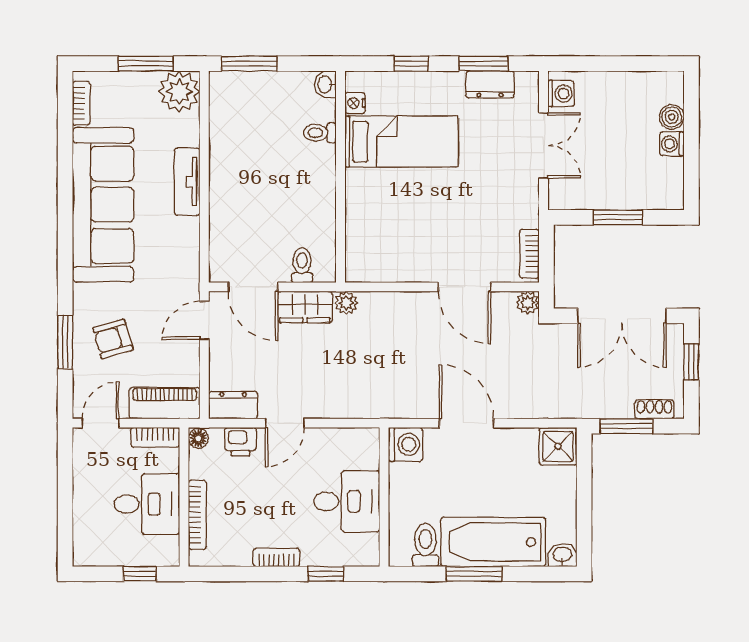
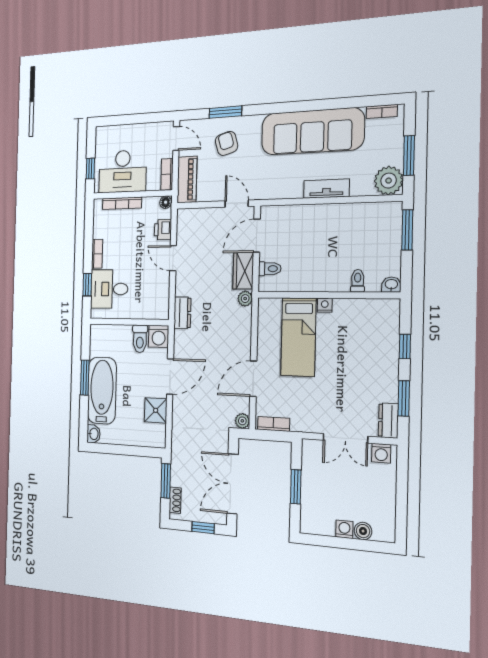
dresser: (490, 85) -> (388, 421), moved
nightstand: (355, 103) -> (325, 305), moved
bed: (402, 142) -> (298, 337), moved
dresser: (233, 405) -> (182, 313), moved
shower: (558, 446) -> (156, 410), moved
desk: (347, 501) -> (109, 289), moved, turned 90
desk: (147, 504) -> (123, 171), width x1.37
toilet: (425, 545) -> (140, 339), moved, turned 90

